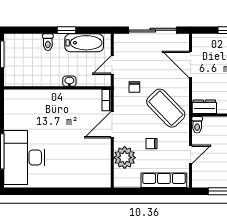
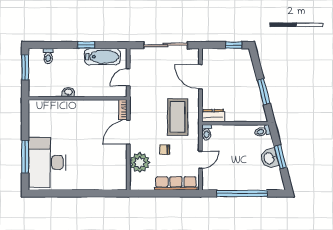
toilet: (48, 42) -> (48, 56), moved
washbasin: (69, 81) -> (68, 92), moved
chair: (134, 87) -> (149, 97), removed
coffee table: (166, 108) -> (178, 117), turned 44

